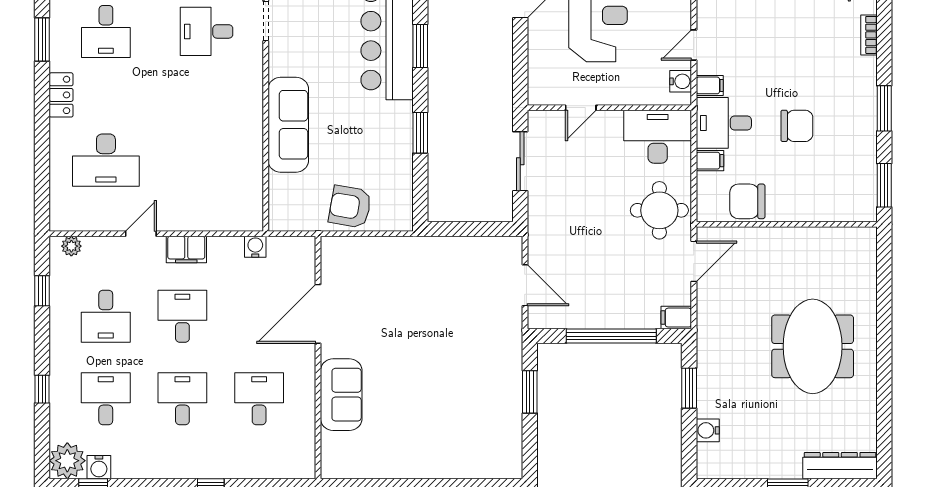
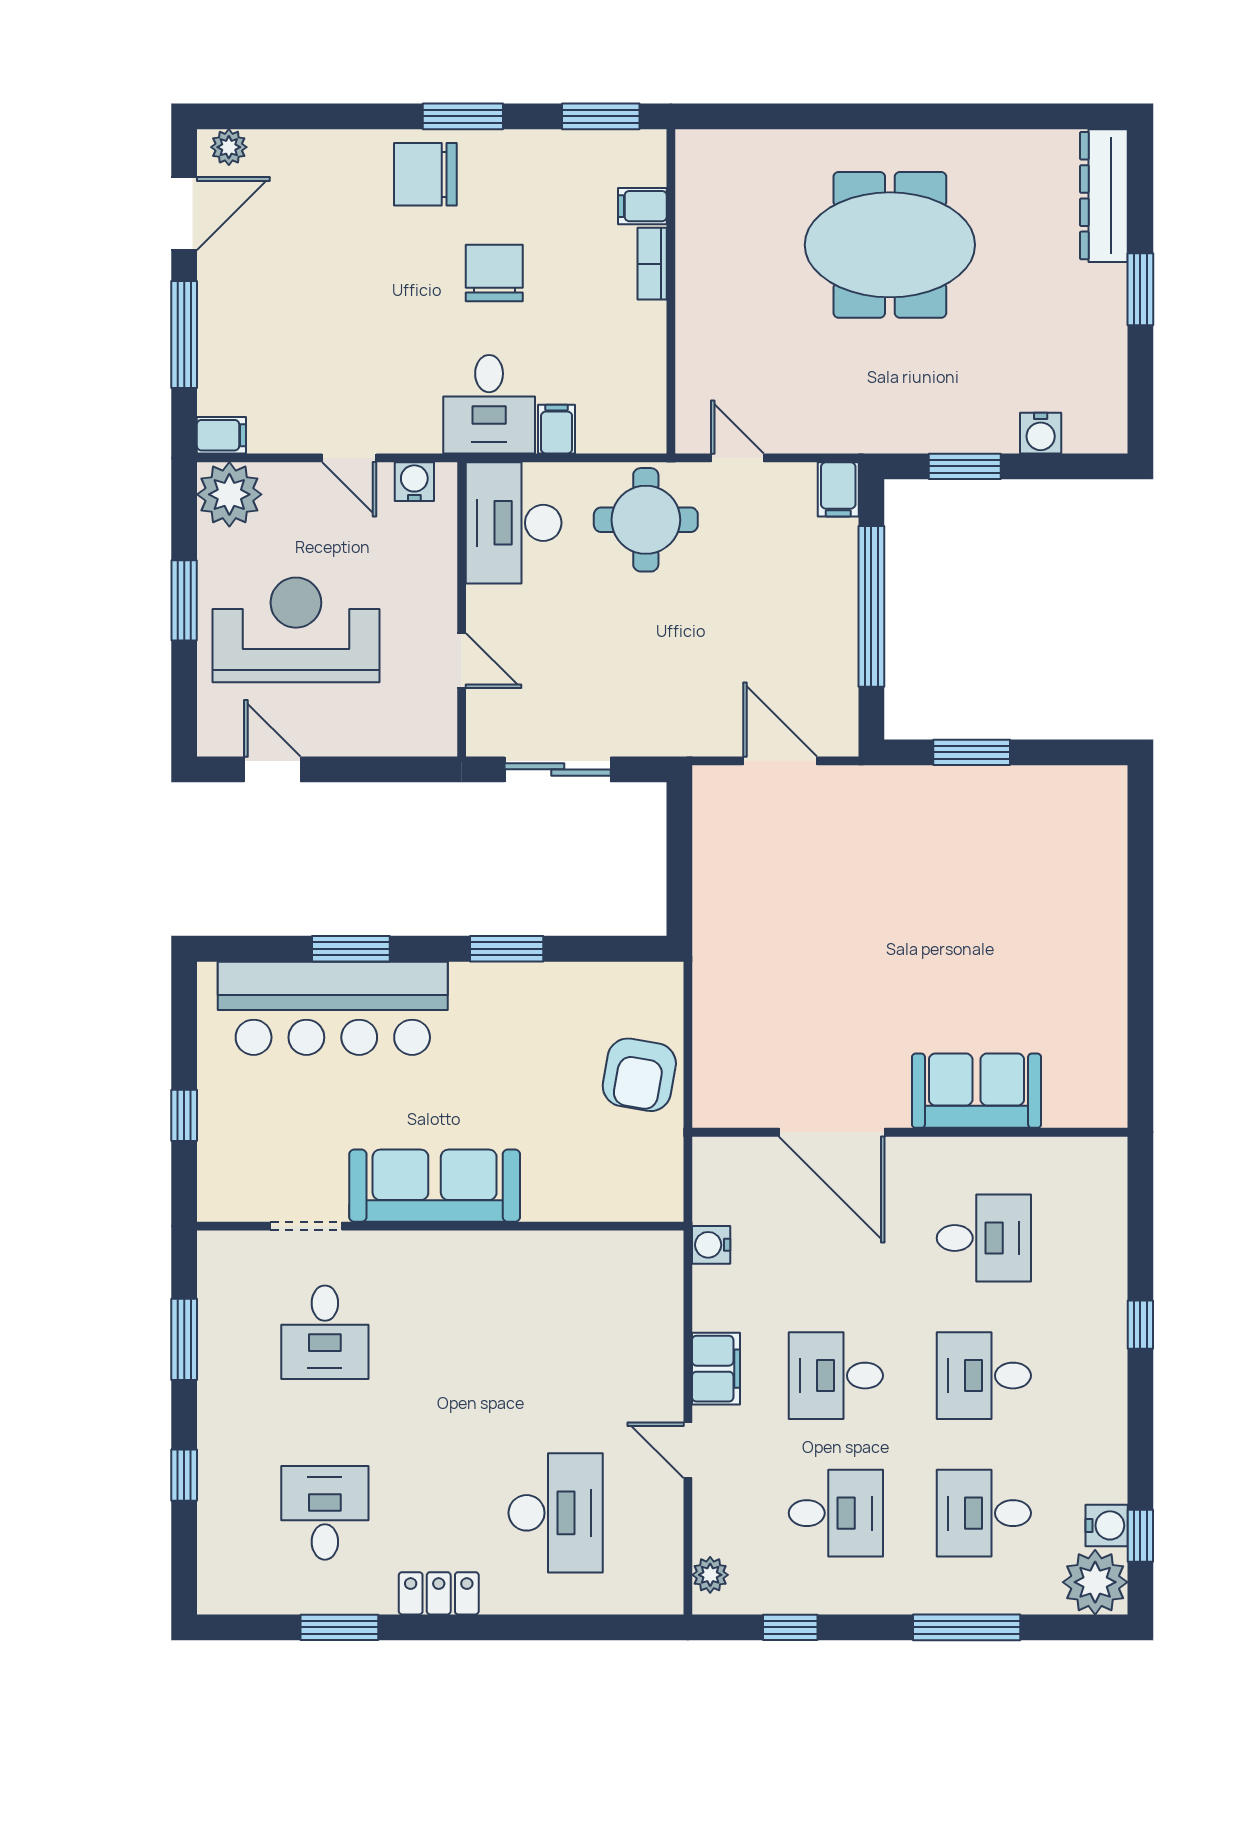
desk: (106, 31) -> (325, 1513), turned -90
bookcase: (869, 35) -> (652, 264), moved, turned 90
filing cabinet: (710, 85) -> (642, 206), moved, turned -90
sofa: (288, 125) -> (435, 1186), moved
chair: (747, 201) -> (425, 174), moved, turned 90
door: (694, 261) -> (737, 458), width x0.73
door: (525, 285) -> (780, 761), hinge flipped
window: (42, 389) -> (967, 1627), width x2.17
desk: (259, 399) -> (984, 1238), turned 180

